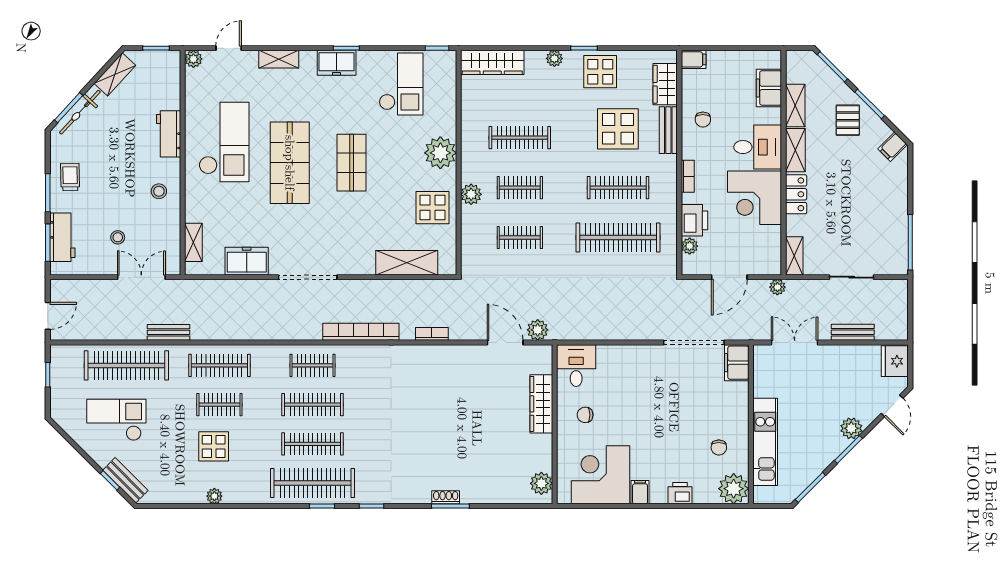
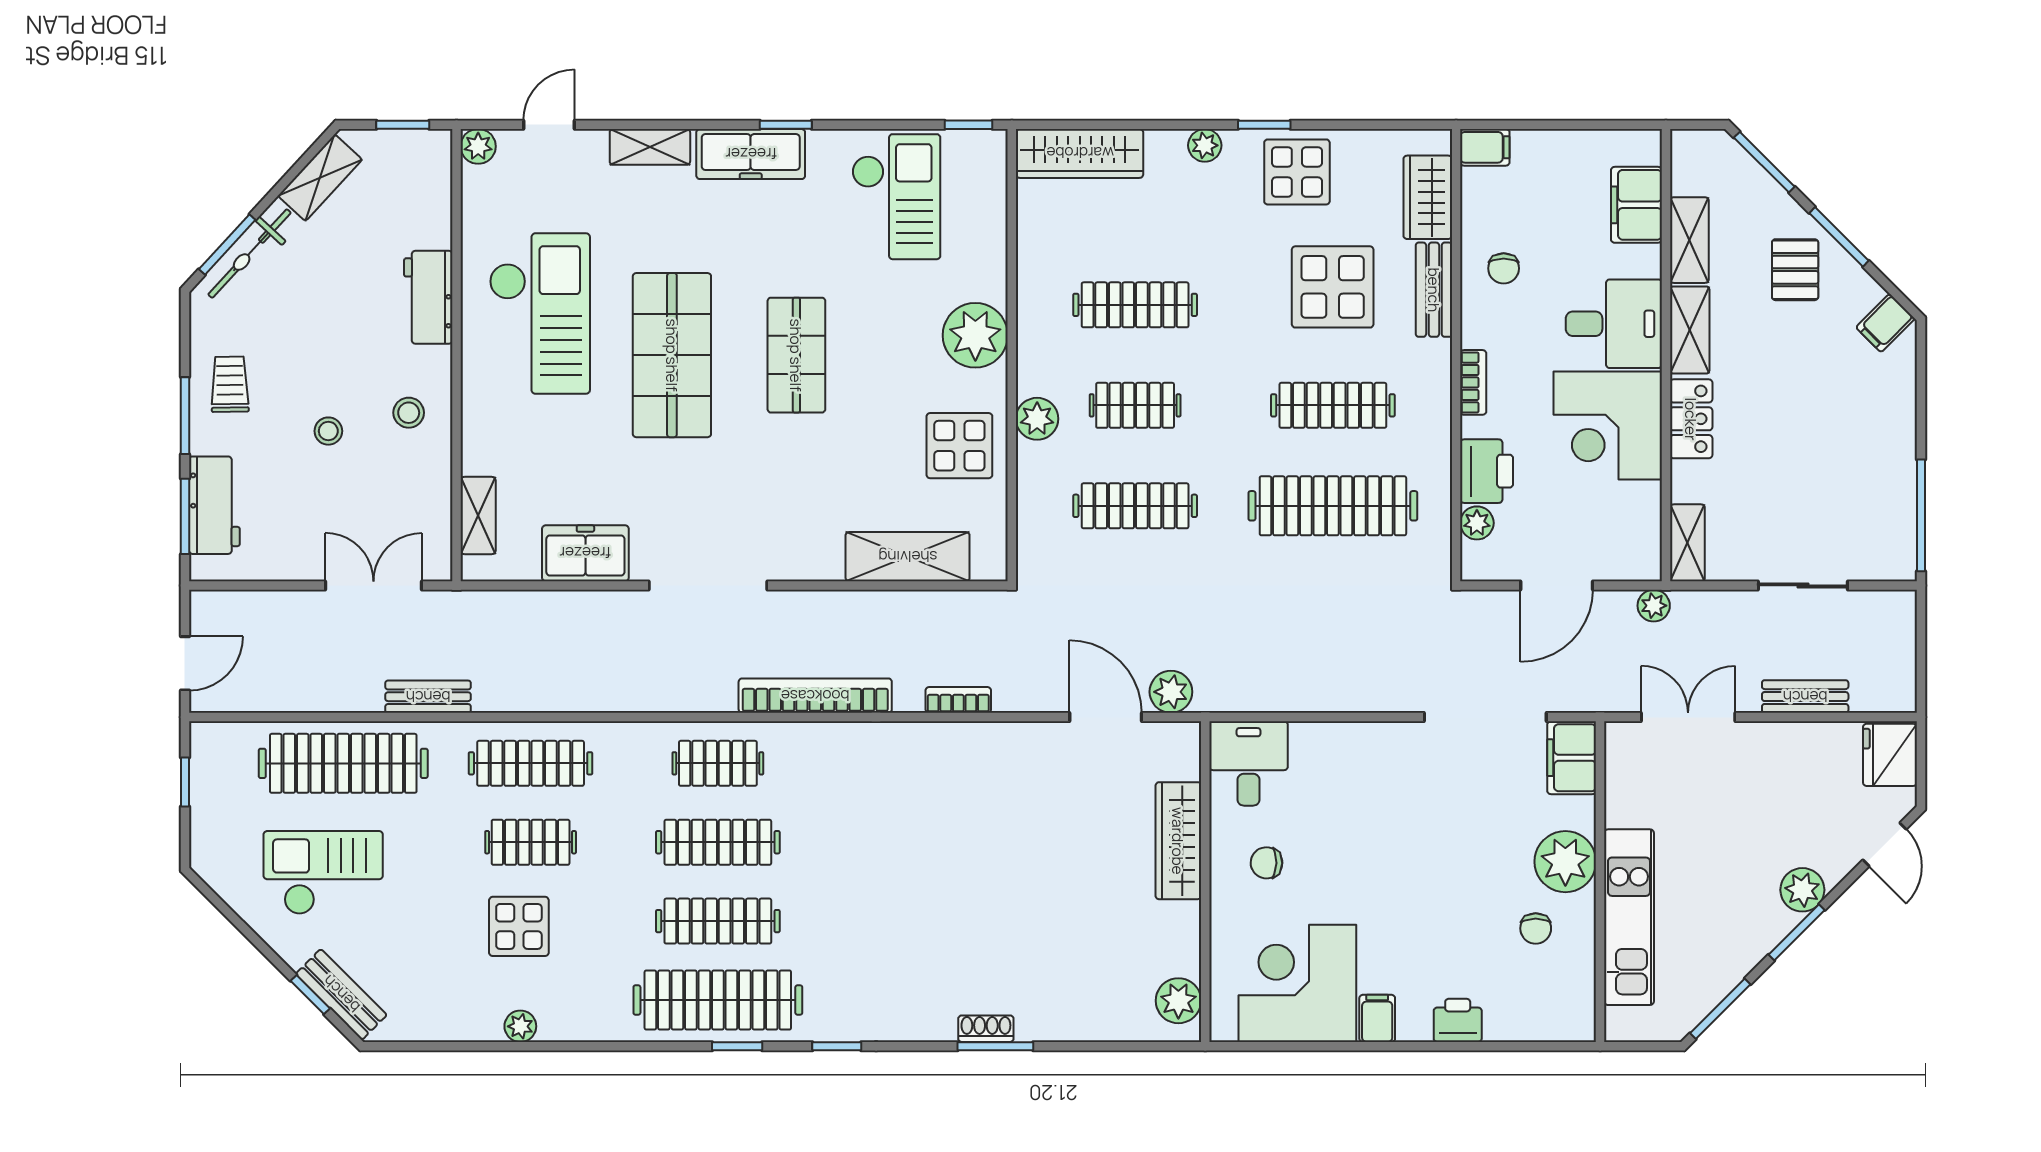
freezer: (337, 63) -> (751, 154), width x1.40
stool: (118, 237) -> (328, 431), moved
clothes rail: (520, 237) -> (1135, 506), width x1.36
plant: (734, 489) -> (1565, 862), moved

